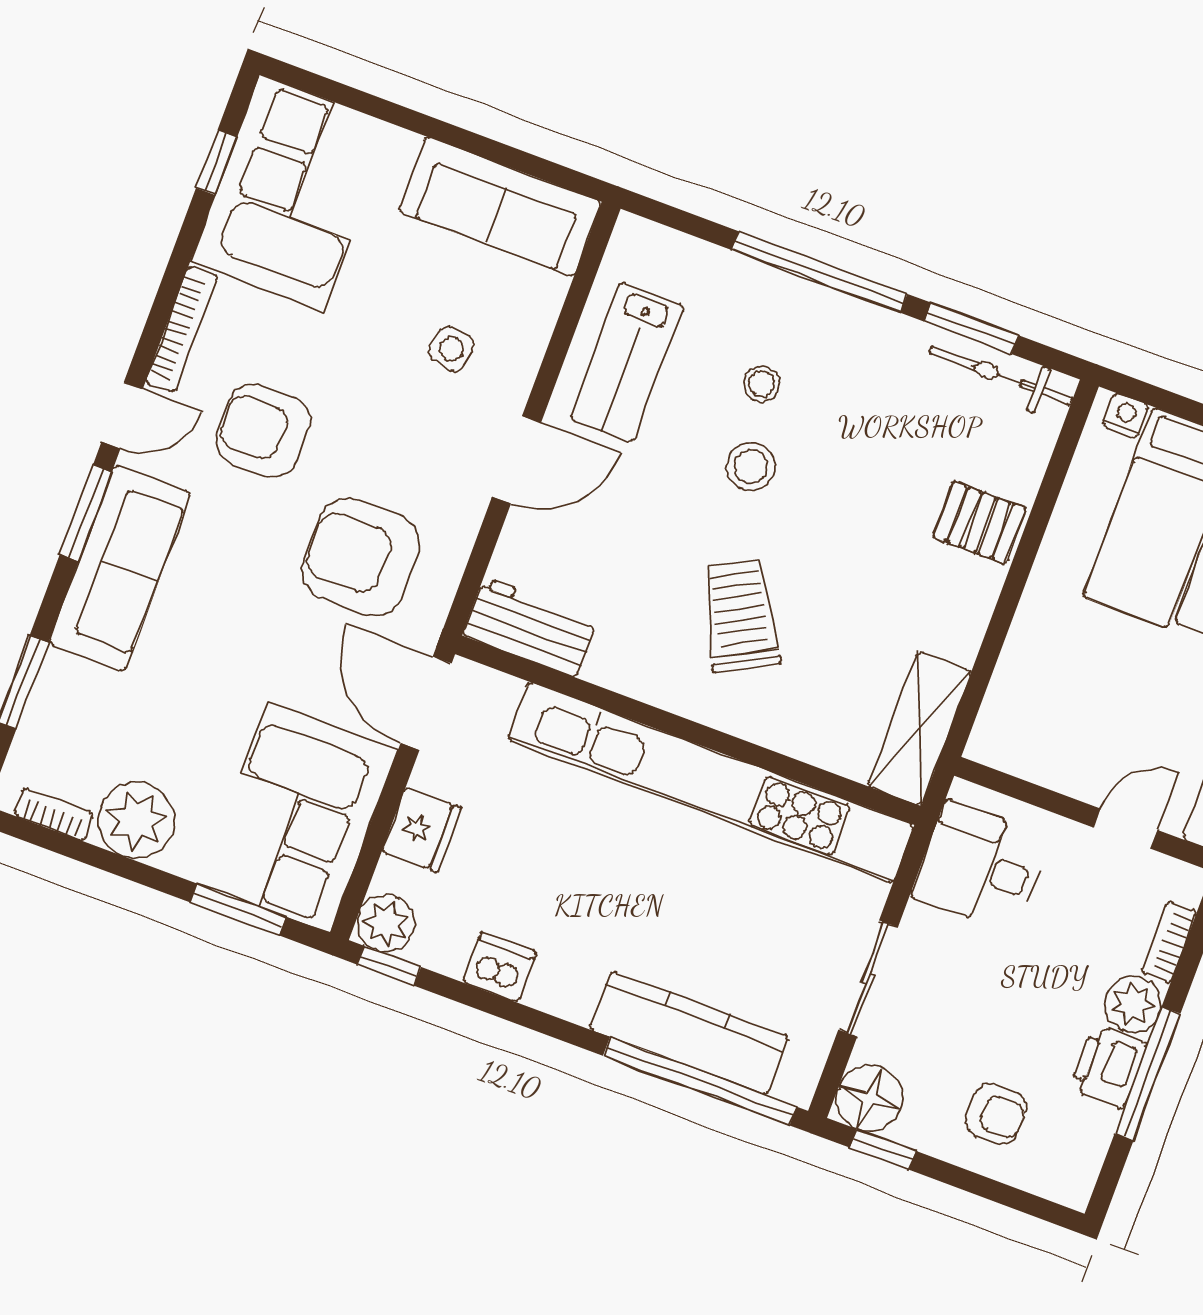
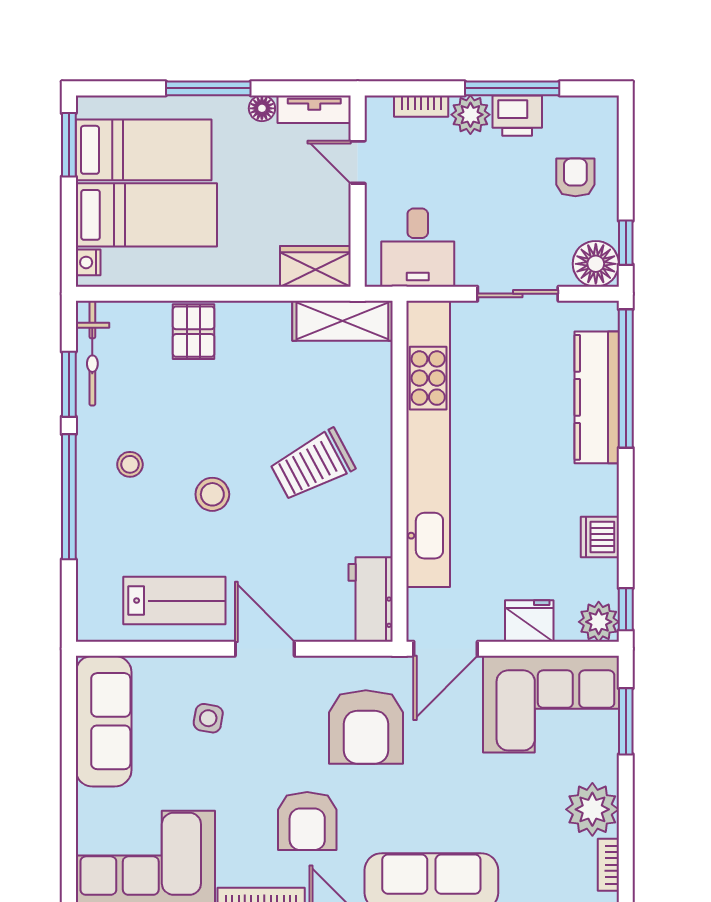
stool: (762, 384) -> (130, 464), moved
wardrobe: (1006, 720) -> (315, 266), added

